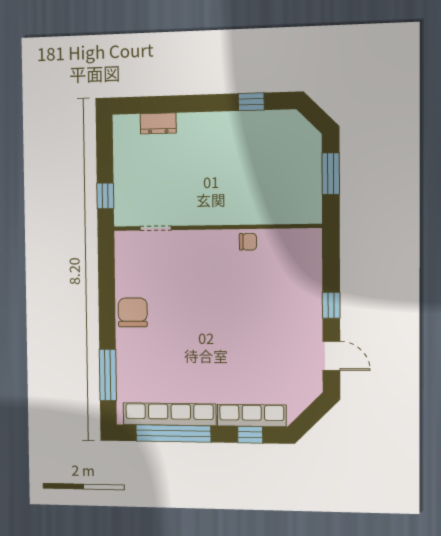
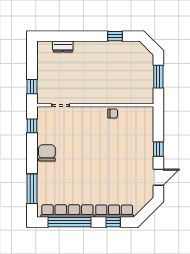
window: (106, 265) -> (32, 126), added
door: (331, 356) -> (158, 177), hinge flipped

